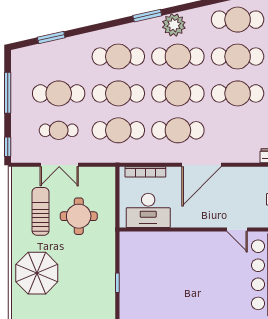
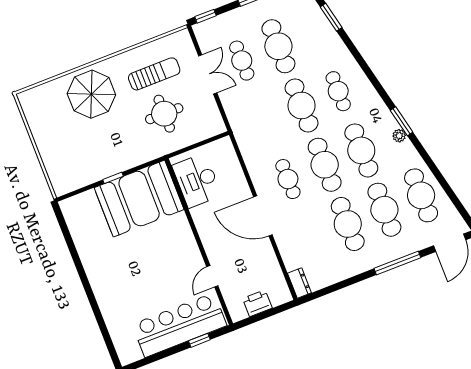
window: (147, 16) -> (402, 121), moved
plant: (174, 25) -> (399, 136), width x0.53, depth x0.53
cafe table: (118, 57) -> (338, 91), width x0.73, depth x0.74
cafe table: (118, 130) -> (265, 120), removed
cafe table: (178, 130) -> (288, 179), width x0.73, depth x0.74
double door: (59, 165) -> (208, 74), swing flipped
bookcase: (145, 172) -> (234, 163), removed
booth: (144, 267) -> (139, 199), added

